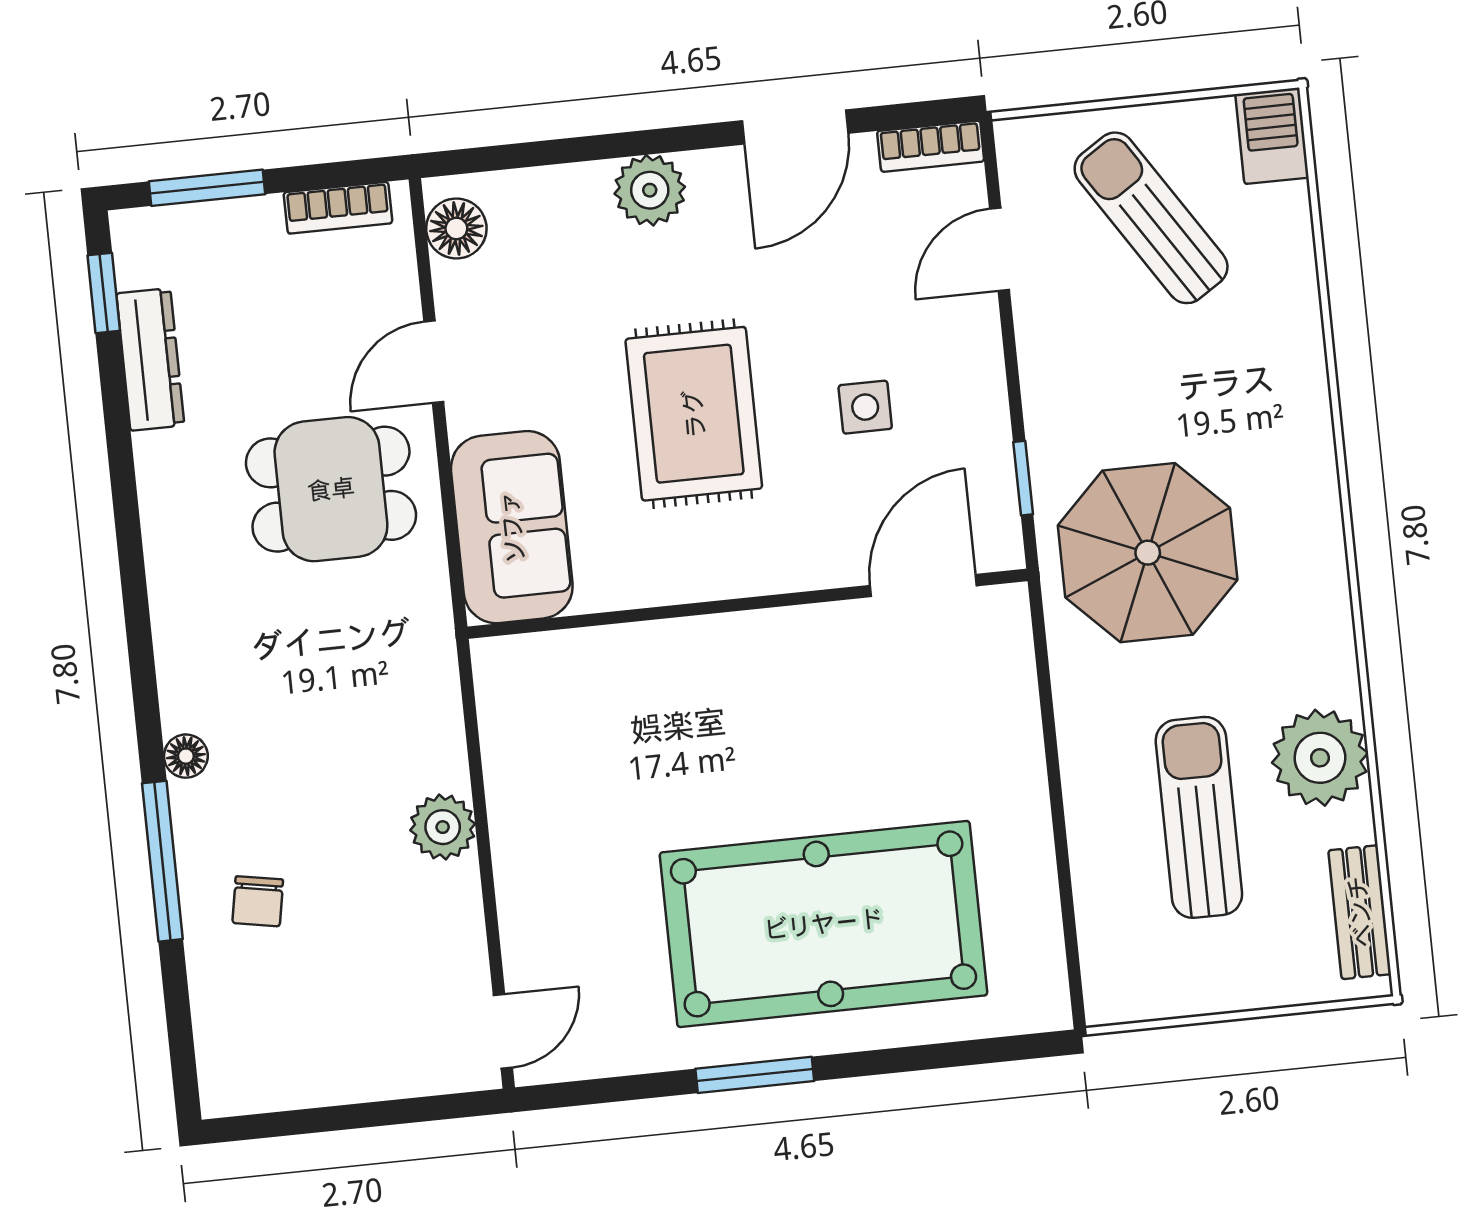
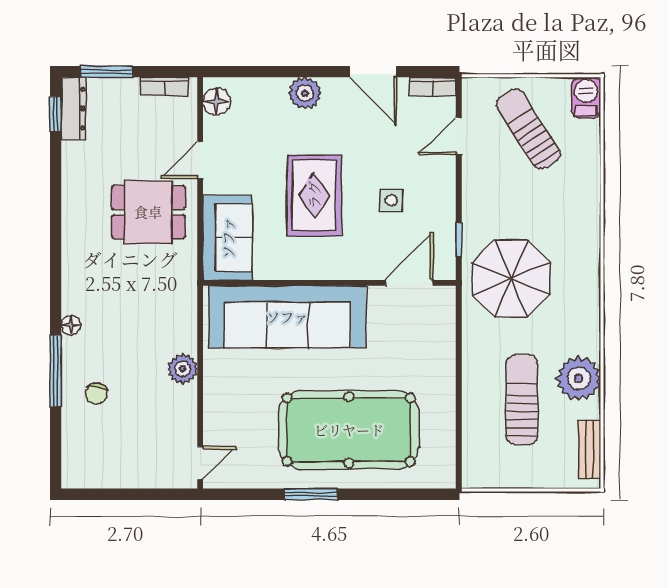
door: (795, 127) -> (373, 72), hinge flipped
dresser: (150, 359) -> (73, 109), moved
sofa: (662, 688) -> (287, 317), added

